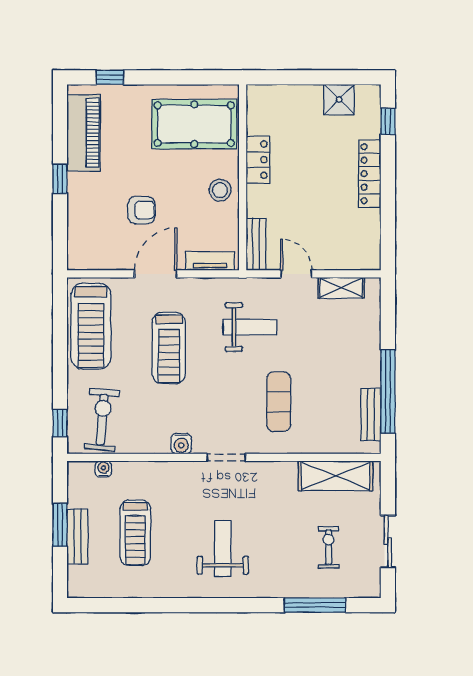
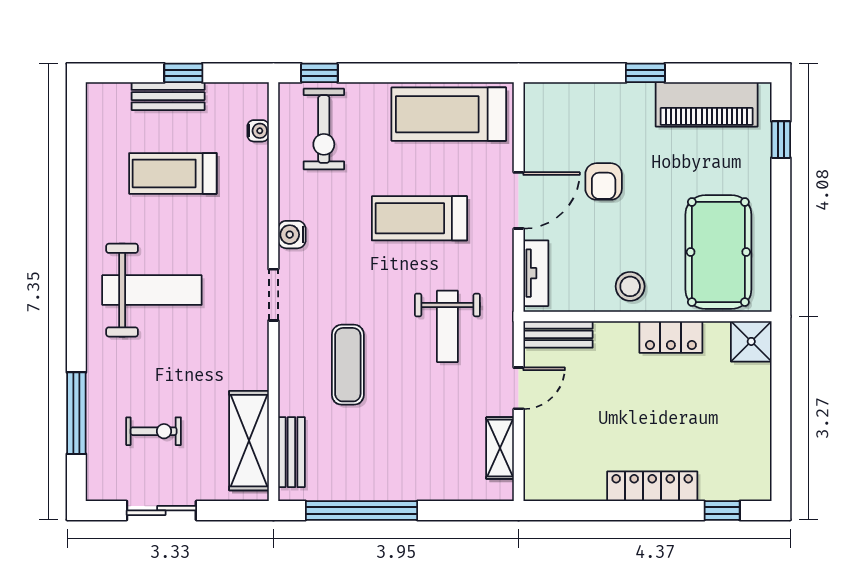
shower: (339, 99) -> (751, 341), moved
door: (156, 274) -> (519, 200), hinge flipped
exercise mat: (279, 402) -> (348, 365), turned 90
bench: (371, 415) -> (291, 452), moved, turned 90
exercise bike: (102, 420) -> (324, 129), turned 85
window: (60, 525) -> (183, 73), width x0.67
weight bench: (223, 549) -> (152, 290), width x1.36, depth x1.33

